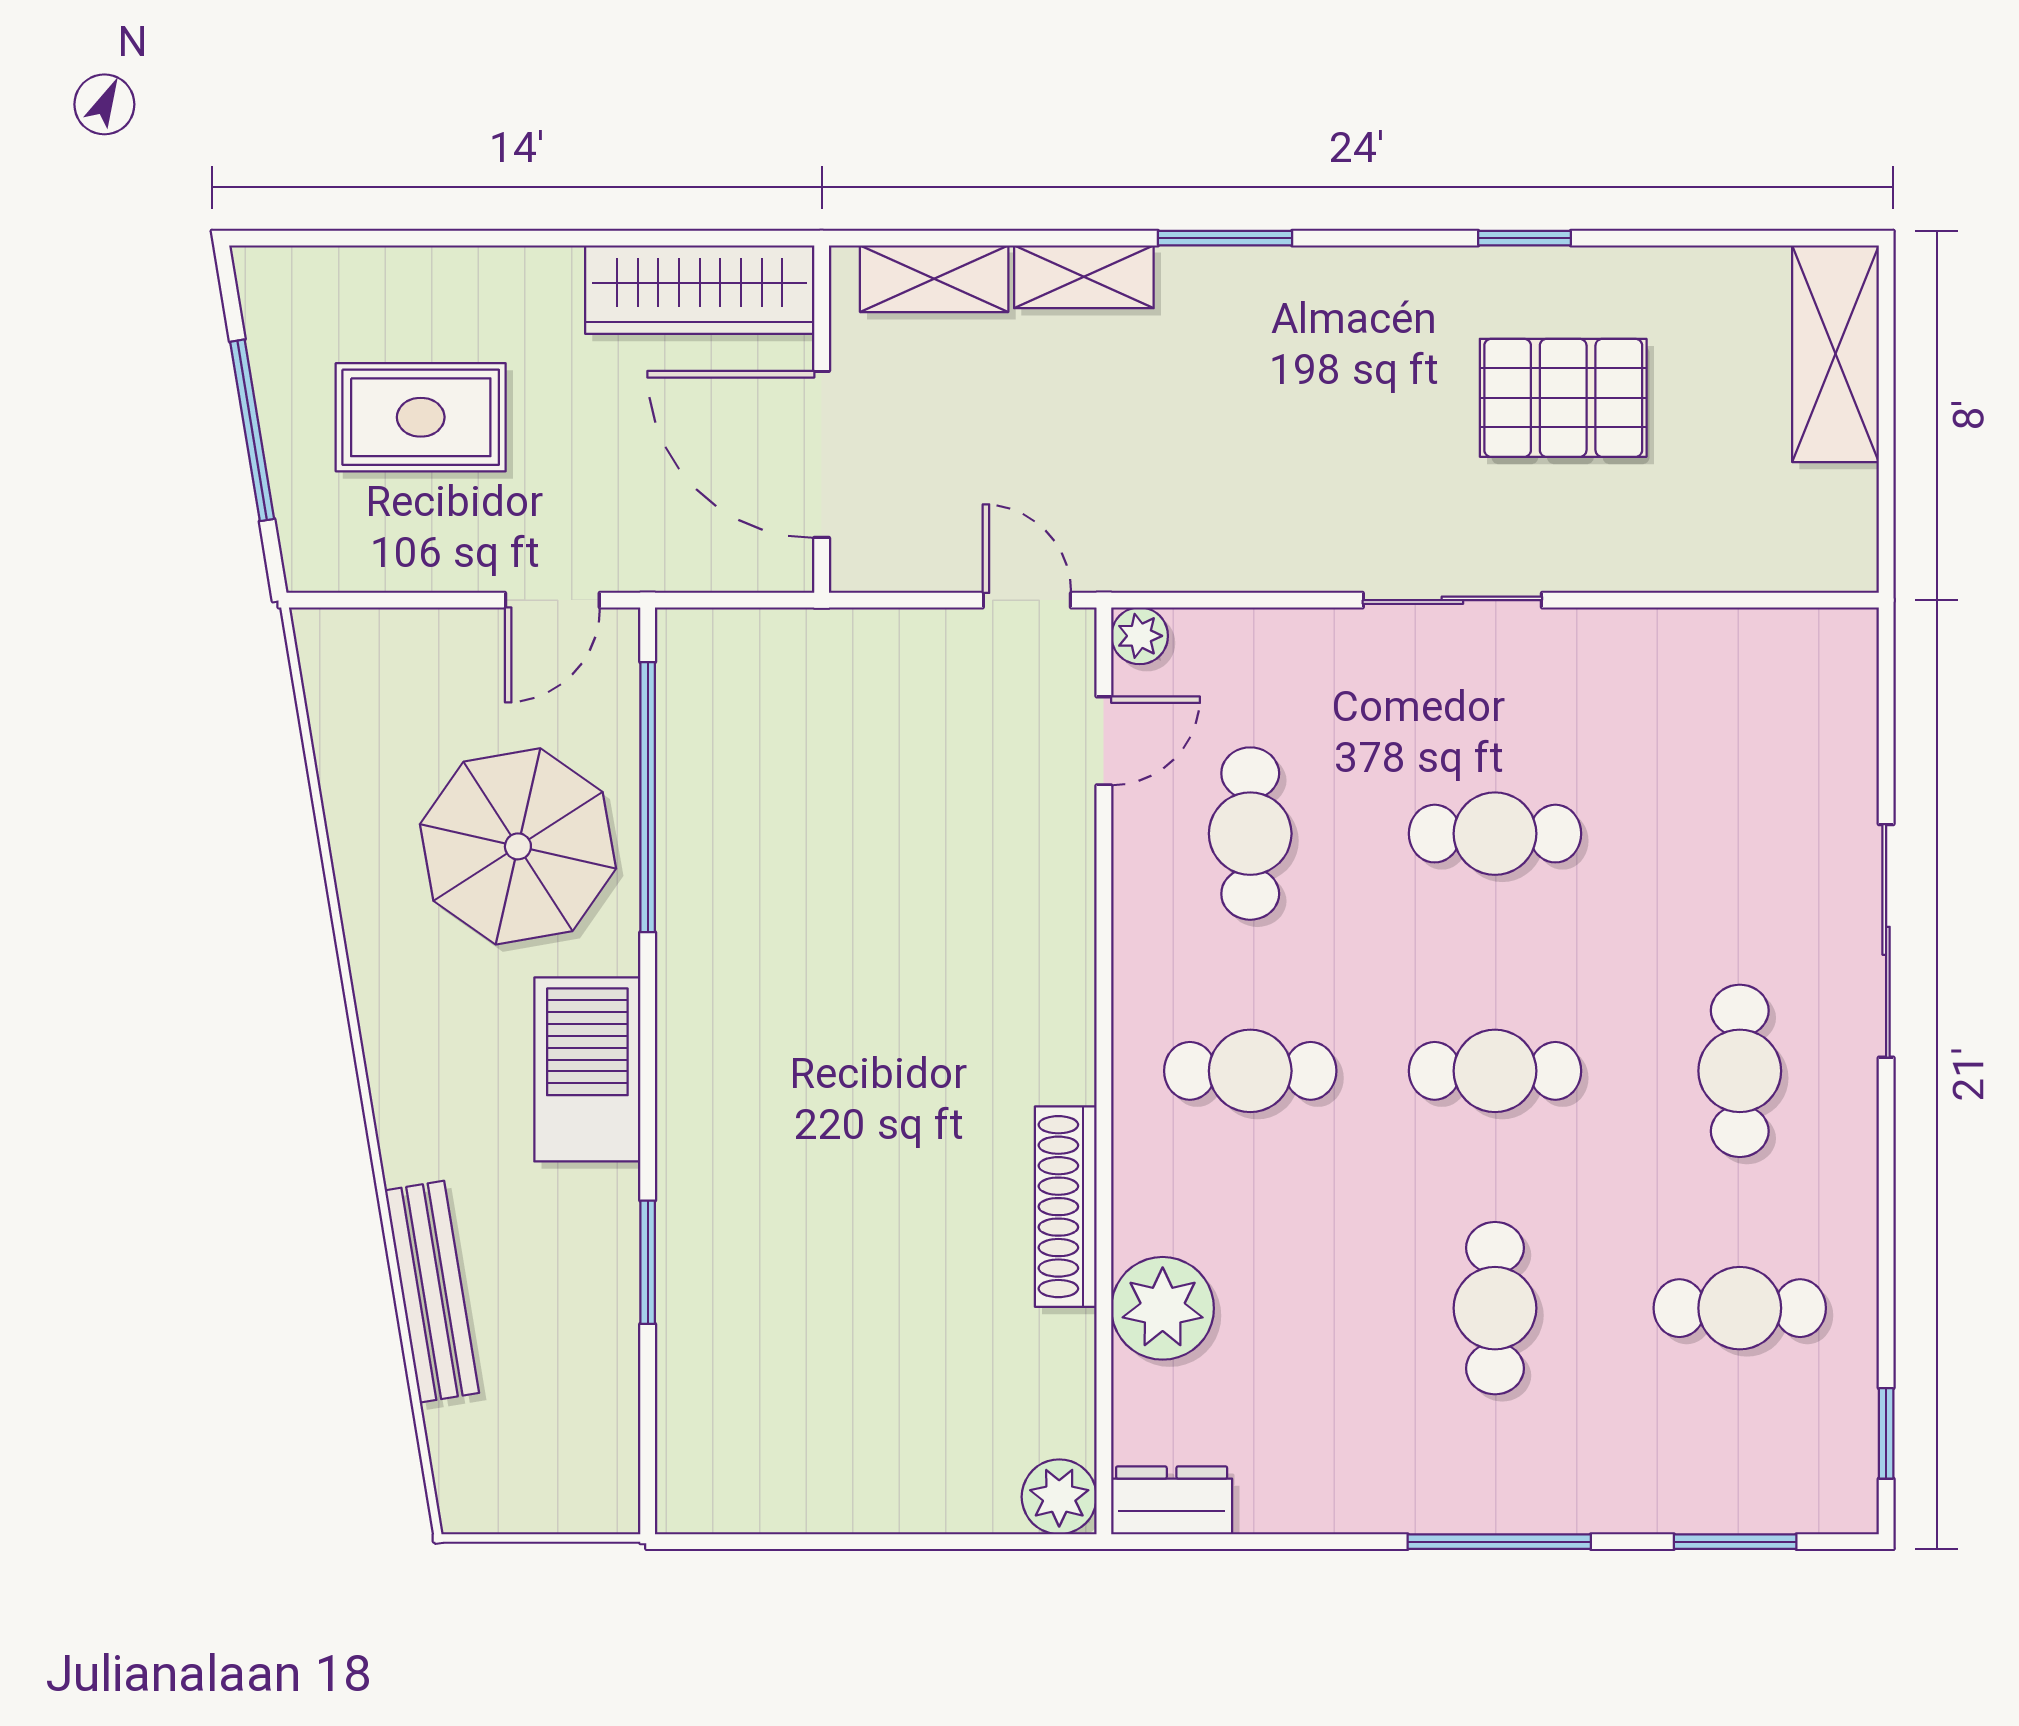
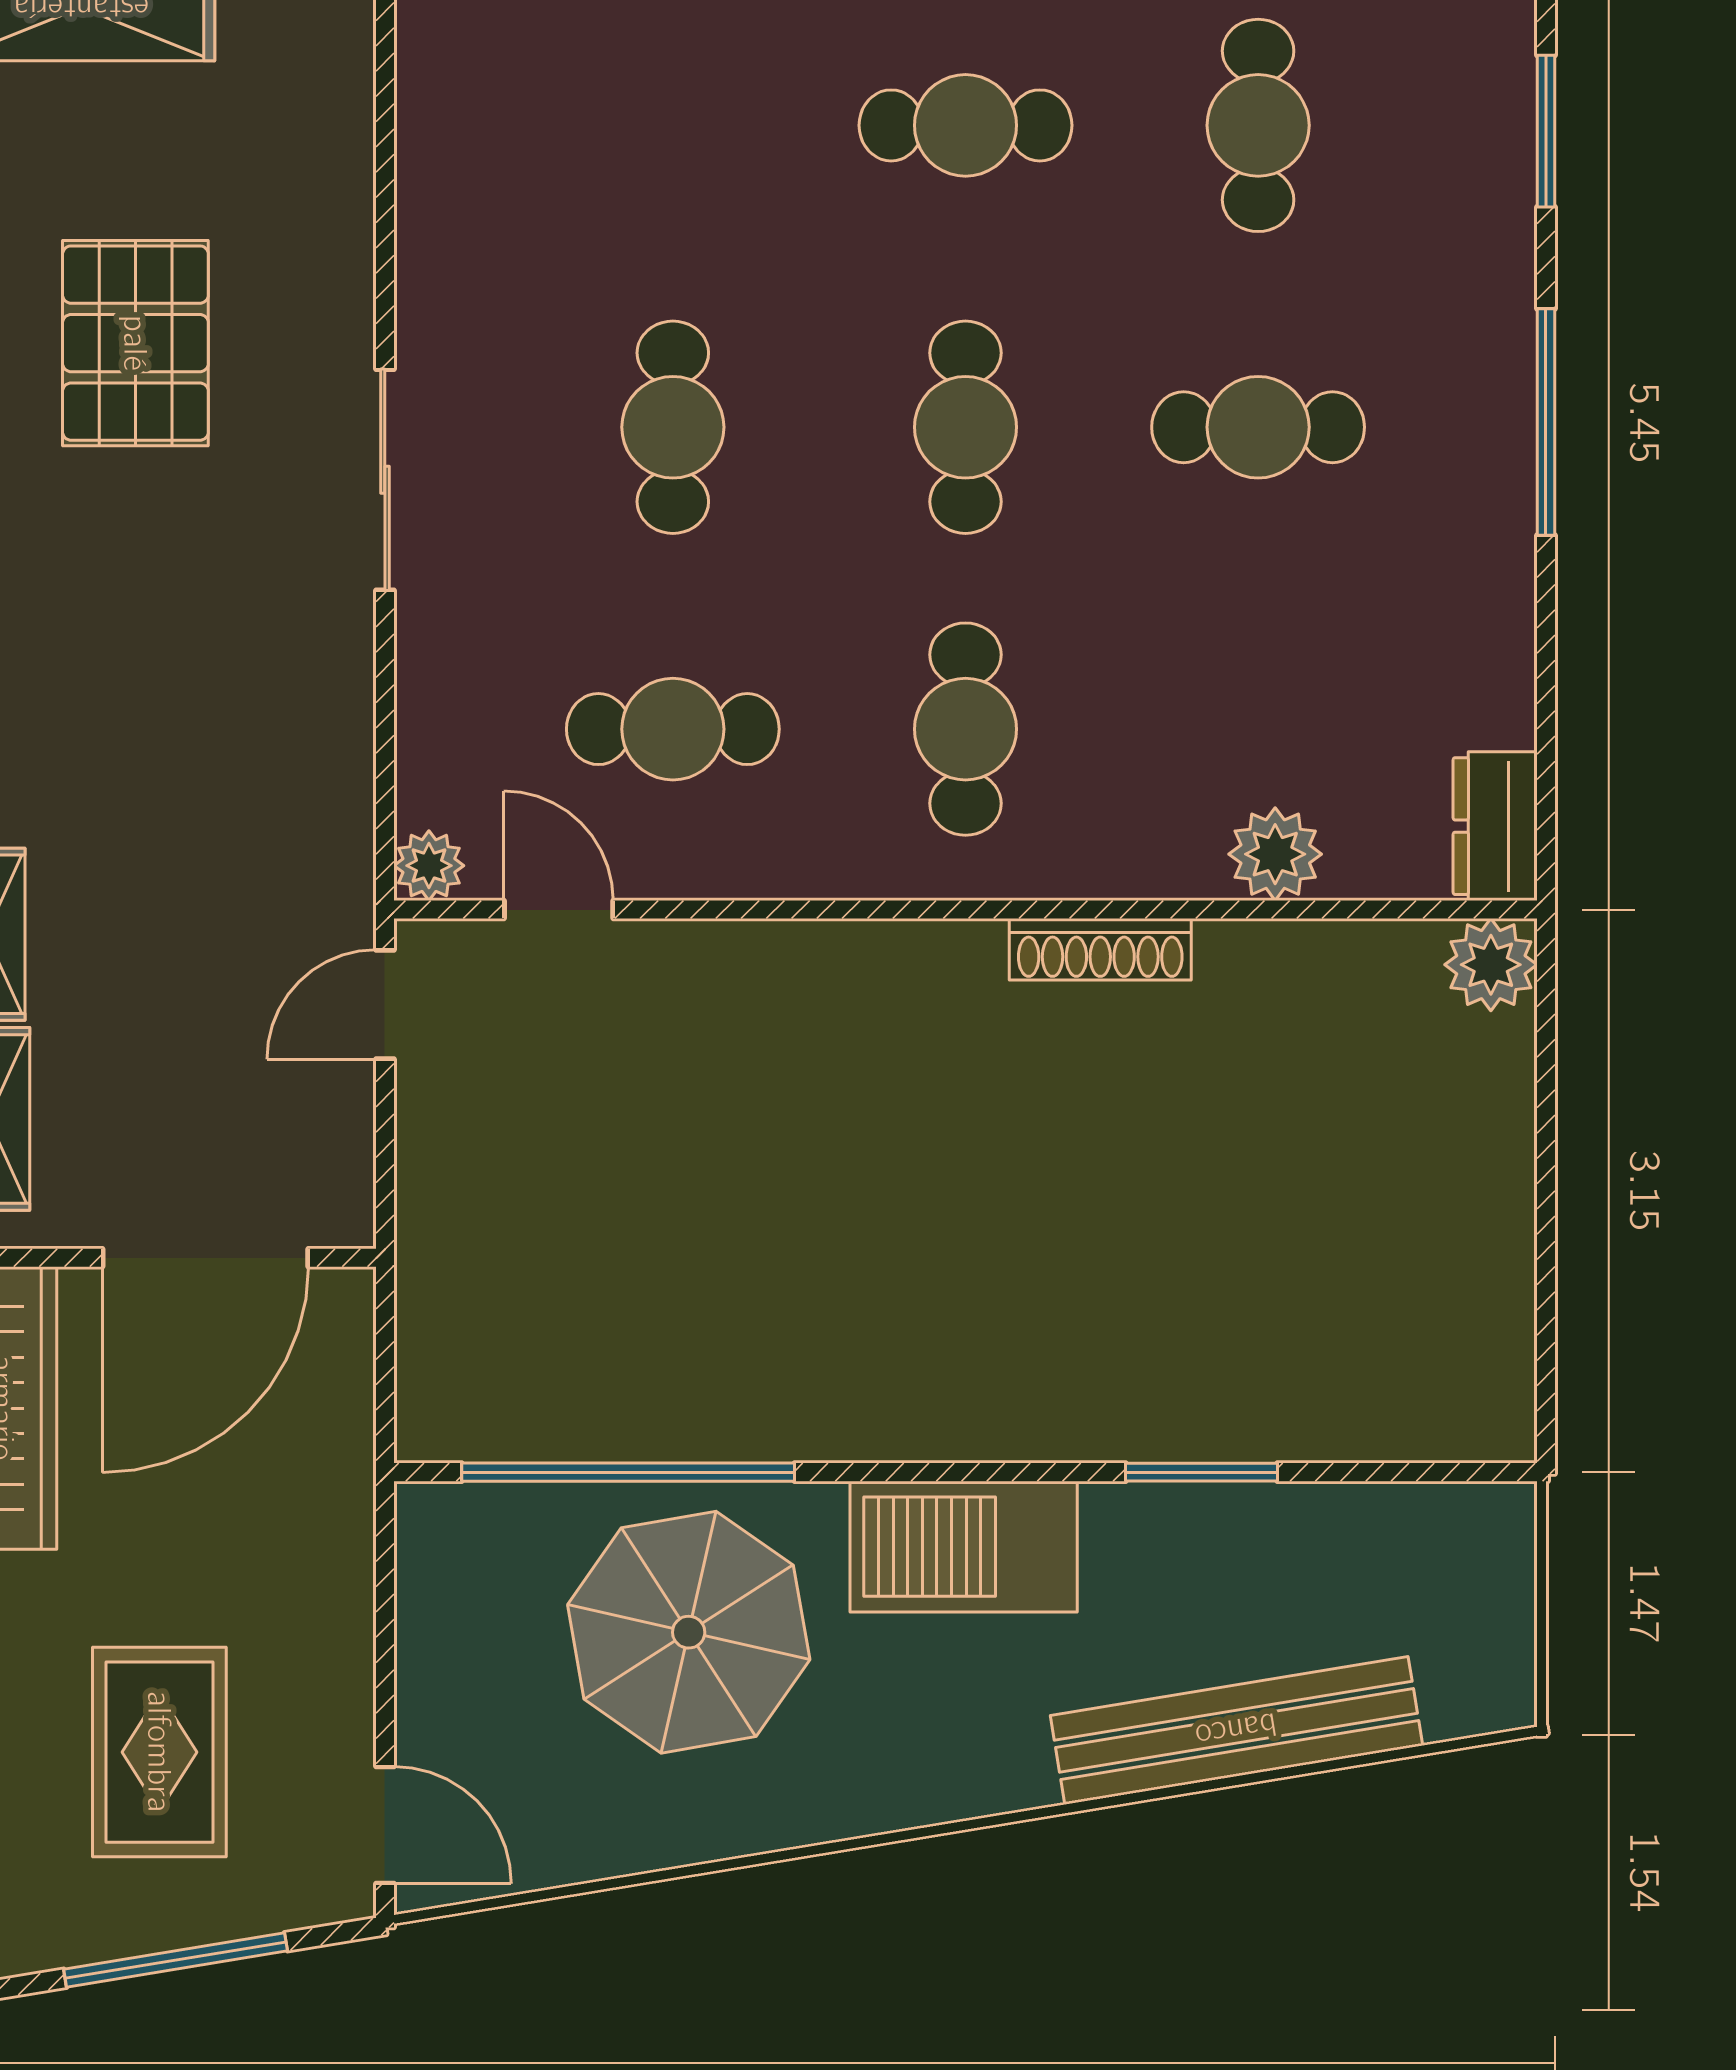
door: (552, 600) -> (385, 1825), moved
shoe rack: (1066, 1207) -> (1100, 949), width x0.74, depth x0.81
bench: (432, 1292) -> (1236, 1730), width x1.37, depth x1.21
plant: (1163, 1308) -> (1275, 854), width x0.73, depth x0.73

